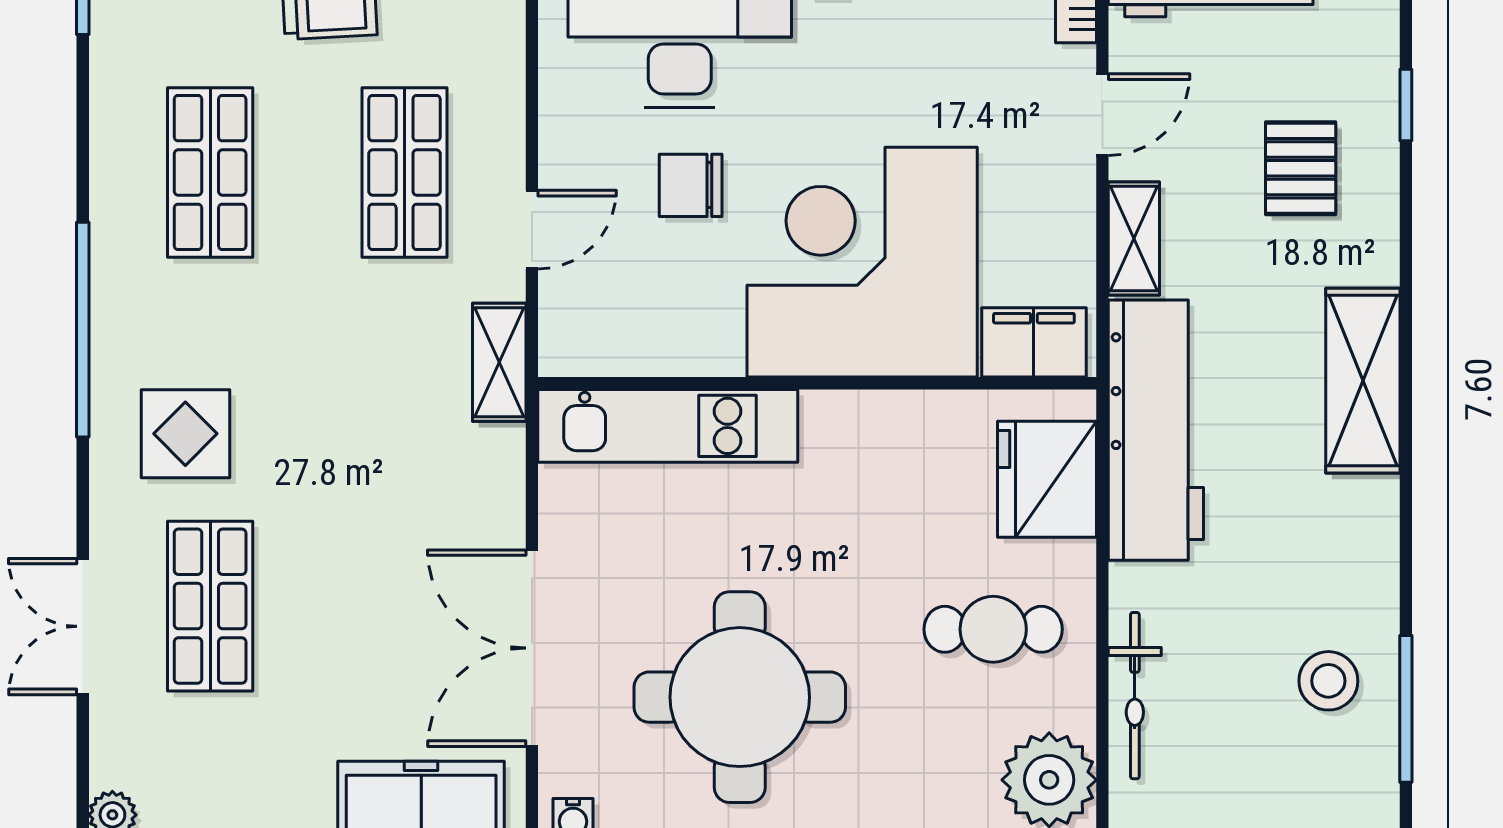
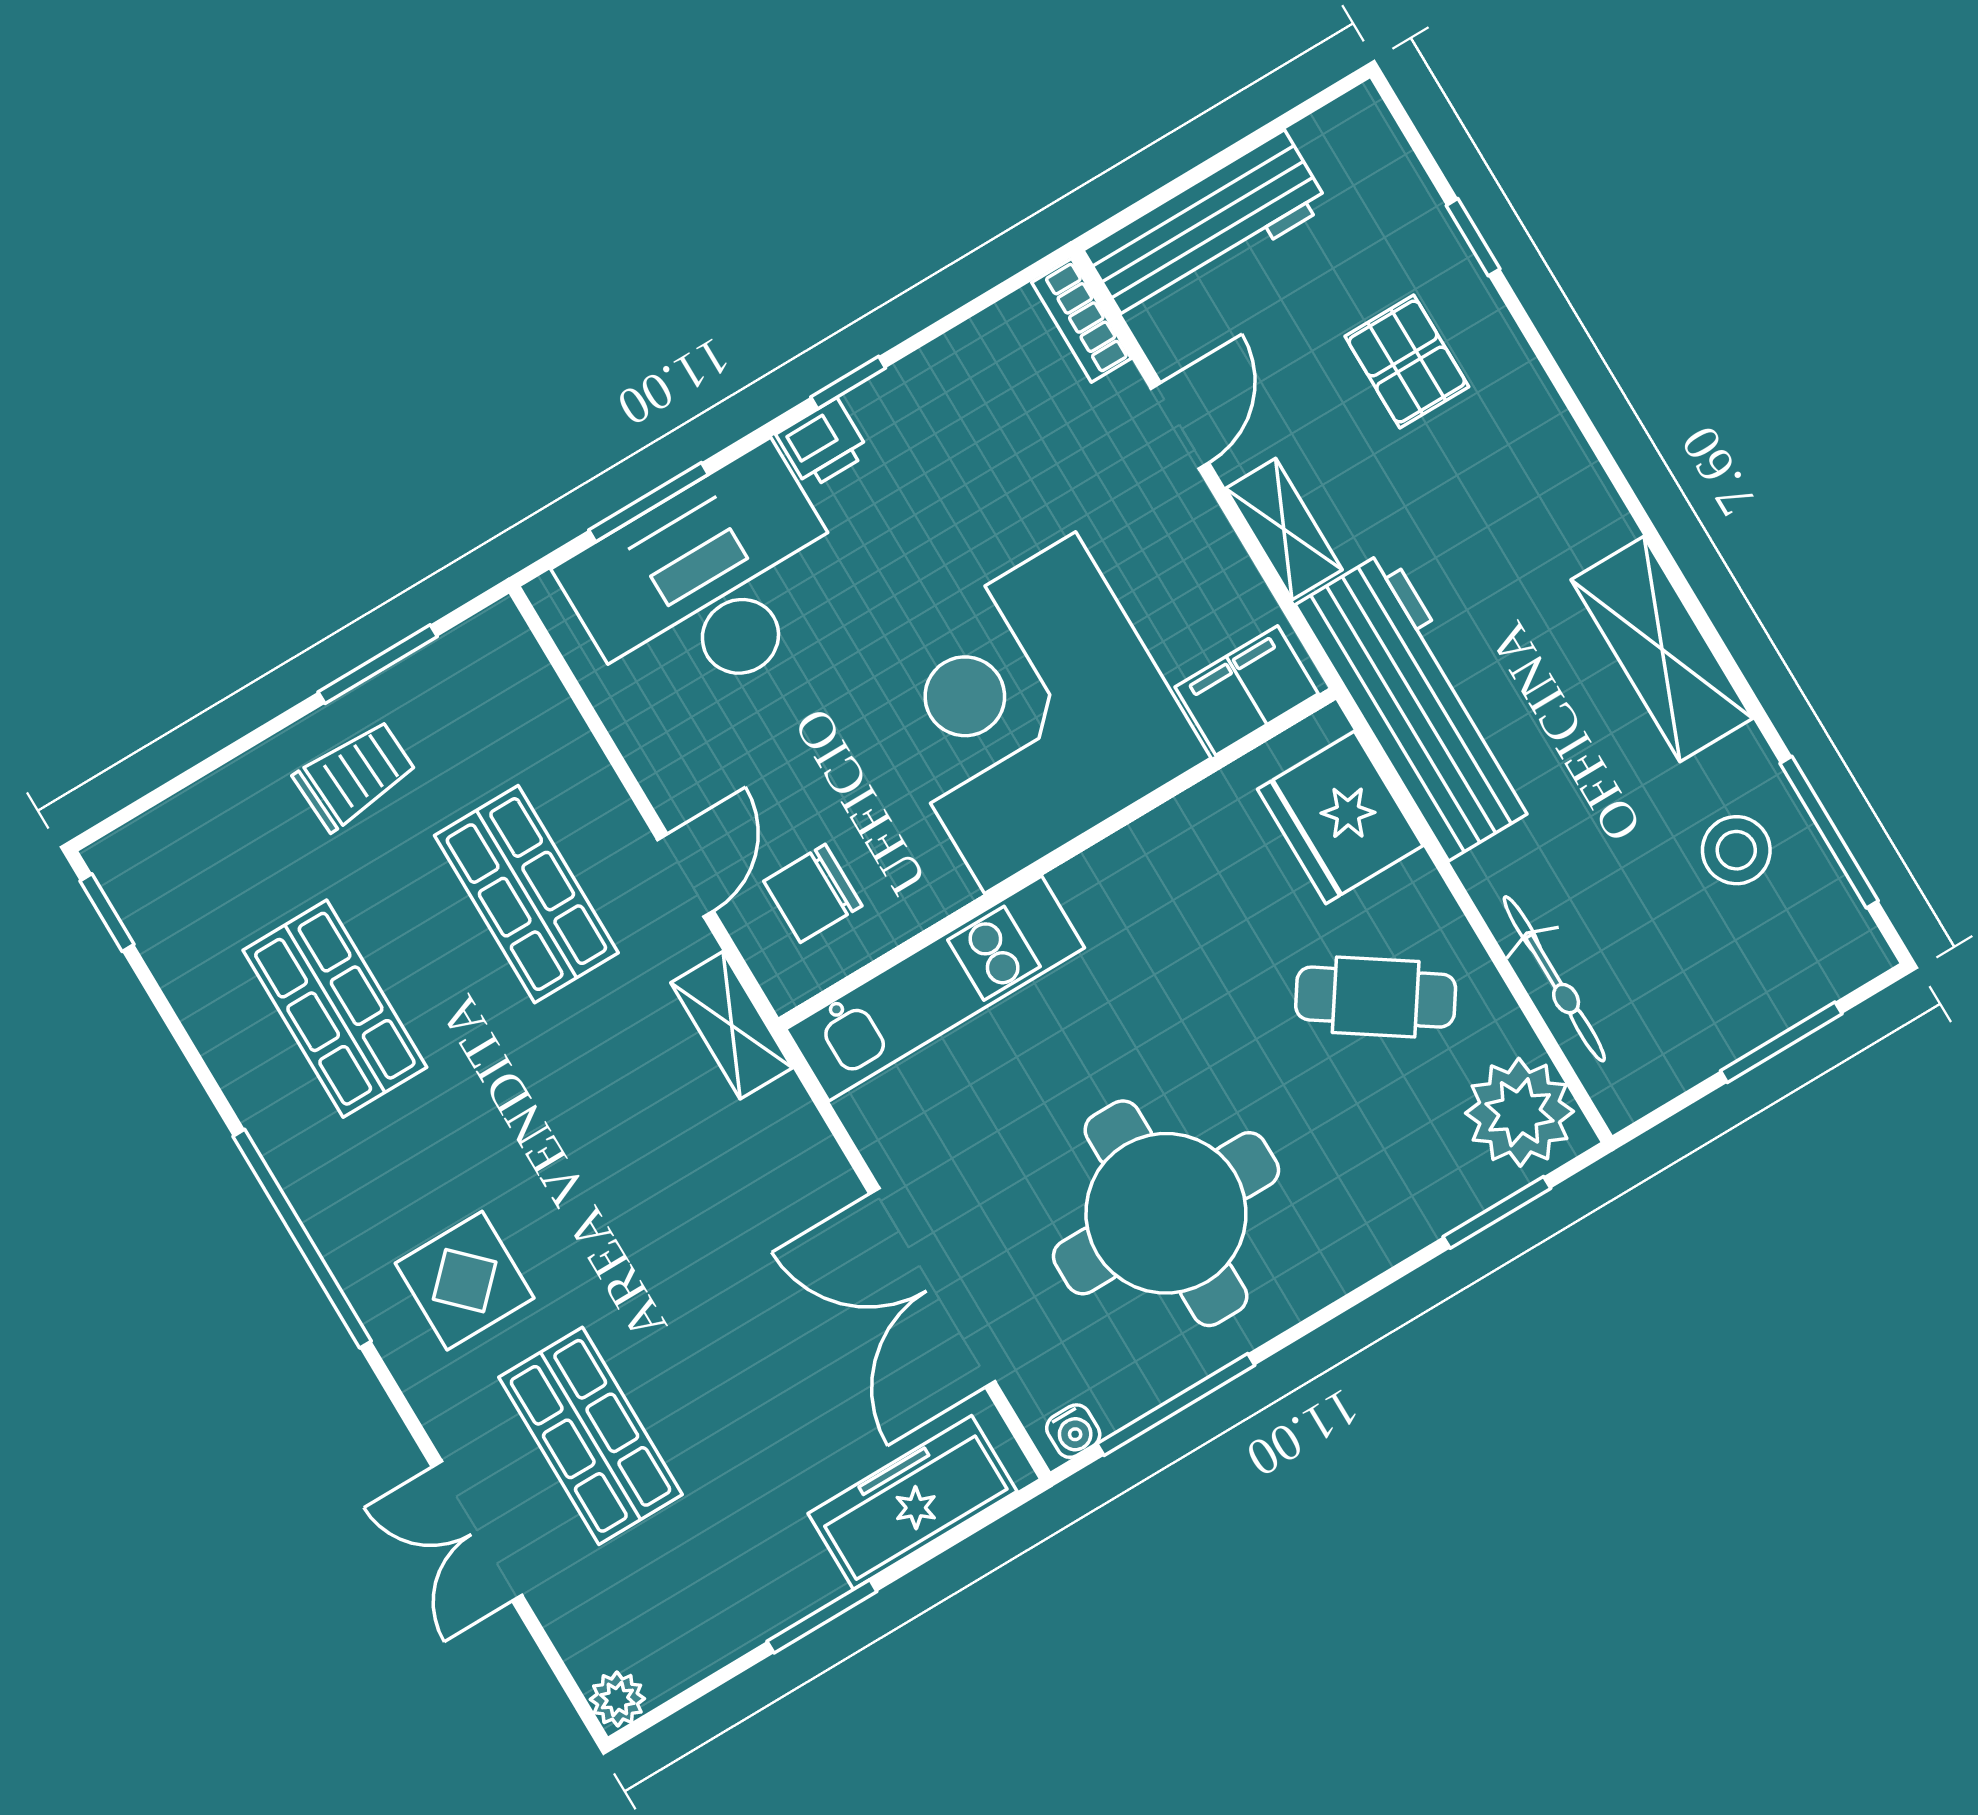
chair: (691, 185) -> (813, 893), moved
shelving: (1363, 381) -> (1662, 649), moved
cafe table: (993, 629) -> (1376, 997), turned 34

